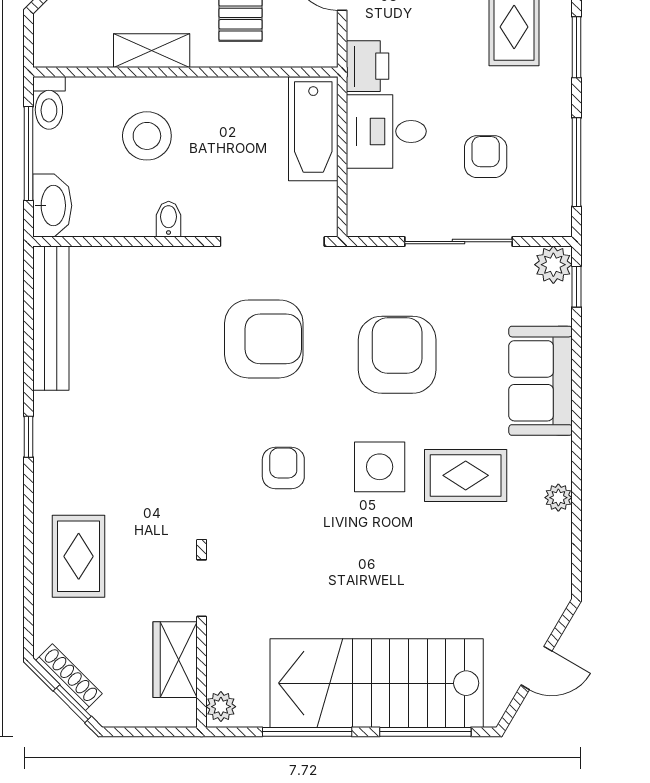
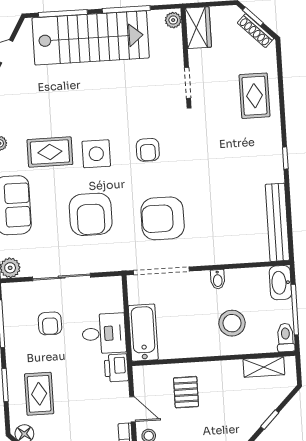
shelving: (152, 51) -> (264, 367), moved
wardrobe: (175, 660) -> (198, 28), moved

